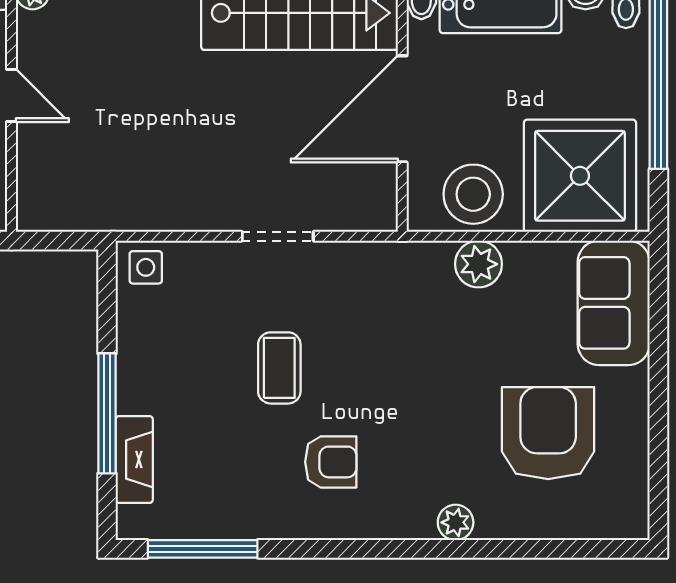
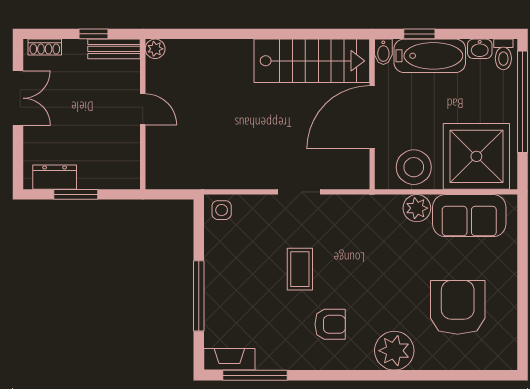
sofa: (614, 303) -> (469, 216), moved, turned -90
fireplace: (134, 460) -> (229, 359), moved, turned -90
plant: (456, 522) -> (394, 351), width x1.87, depth x1.87

